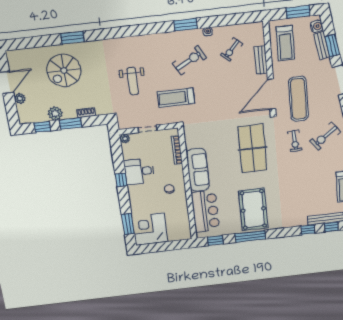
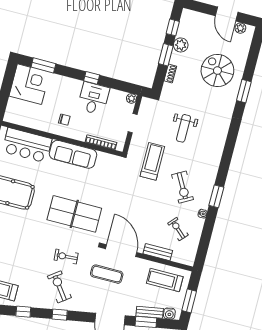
weight bench: (133, 81) -> (183, 128), turned -90
plant: (20, 98) -> (240, 28), moved
exercise mat: (298, 99) -> (107, 274), width x0.73, depth x0.69

